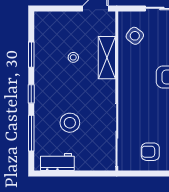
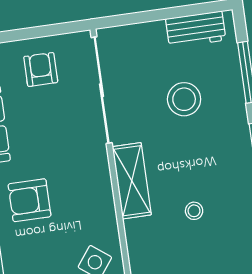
shelving: (107, 58) -> (132, 181), moved
armchair: (150, 152) -> (41, 69), turned -90

